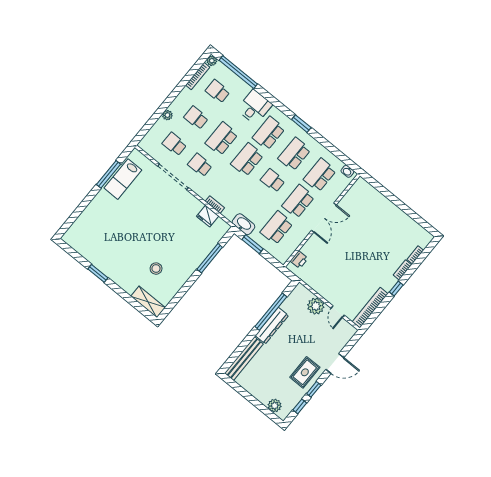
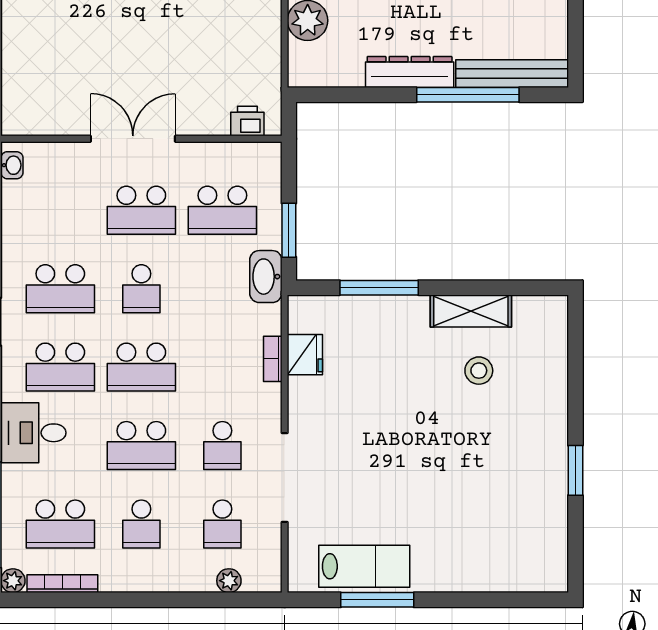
school desk: (218, 91) -> (60, 524), width x1.85
plant: (167, 115) -> (229, 581), moved
school desk: (320, 175) -> (60, 210), removed
shelving: (148, 302) -> (471, 311), moved, turned 90
window: (271, 312) -> (468, 95), moved

